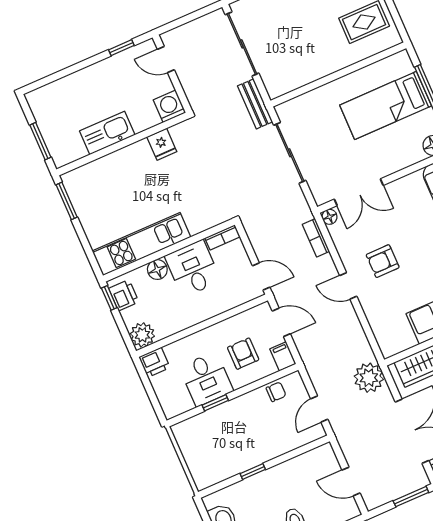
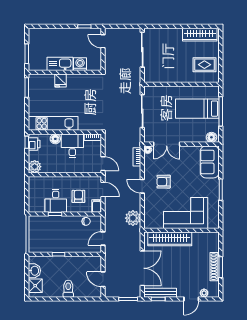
bench: (255, 104) -> (136, 81), removed
washing machine: (169, 106) -> (80, 64), moved
fridge: (162, 144) -> (60, 80), moved
printer: (154, 362) -> (35, 182), removed
plant: (369, 378) -> (133, 218), moved

